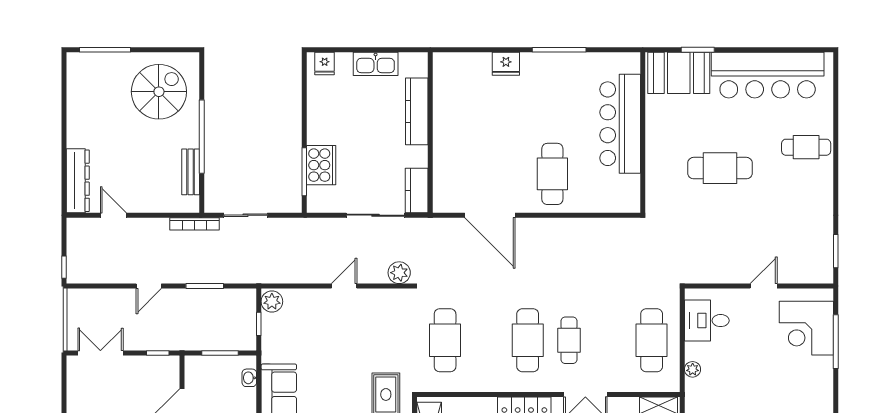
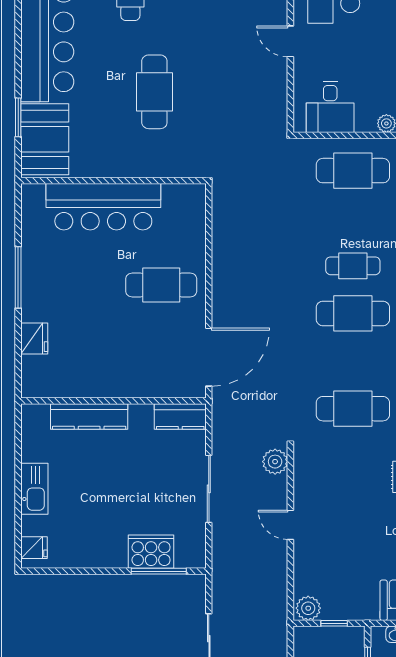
kitchen counter: (417, 111) -> (89, 416), moved
wall: (430, 132) -> (113, 401), moved
kitchen counter: (417, 190) -> (180, 416), moved

